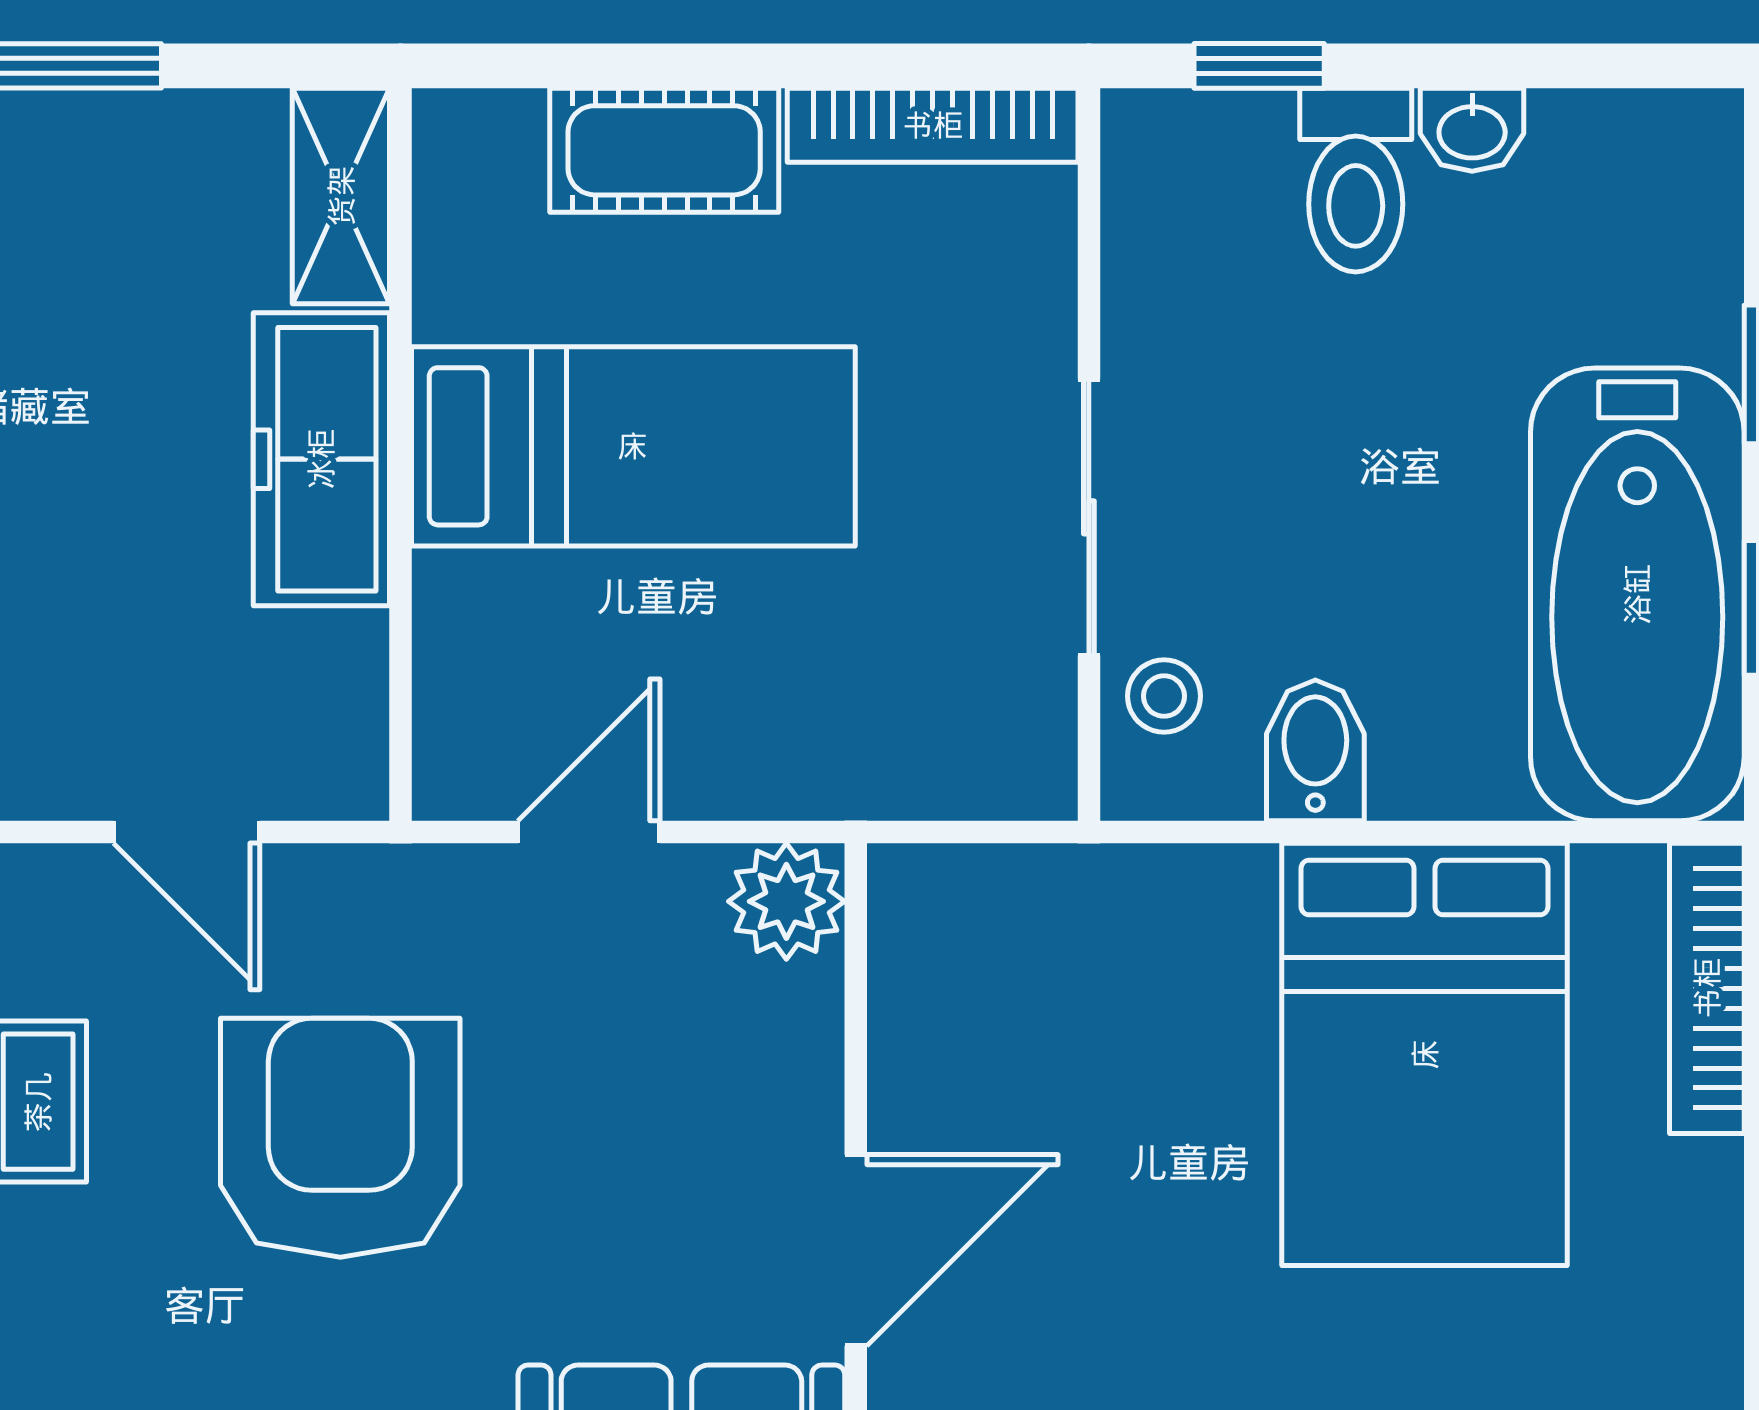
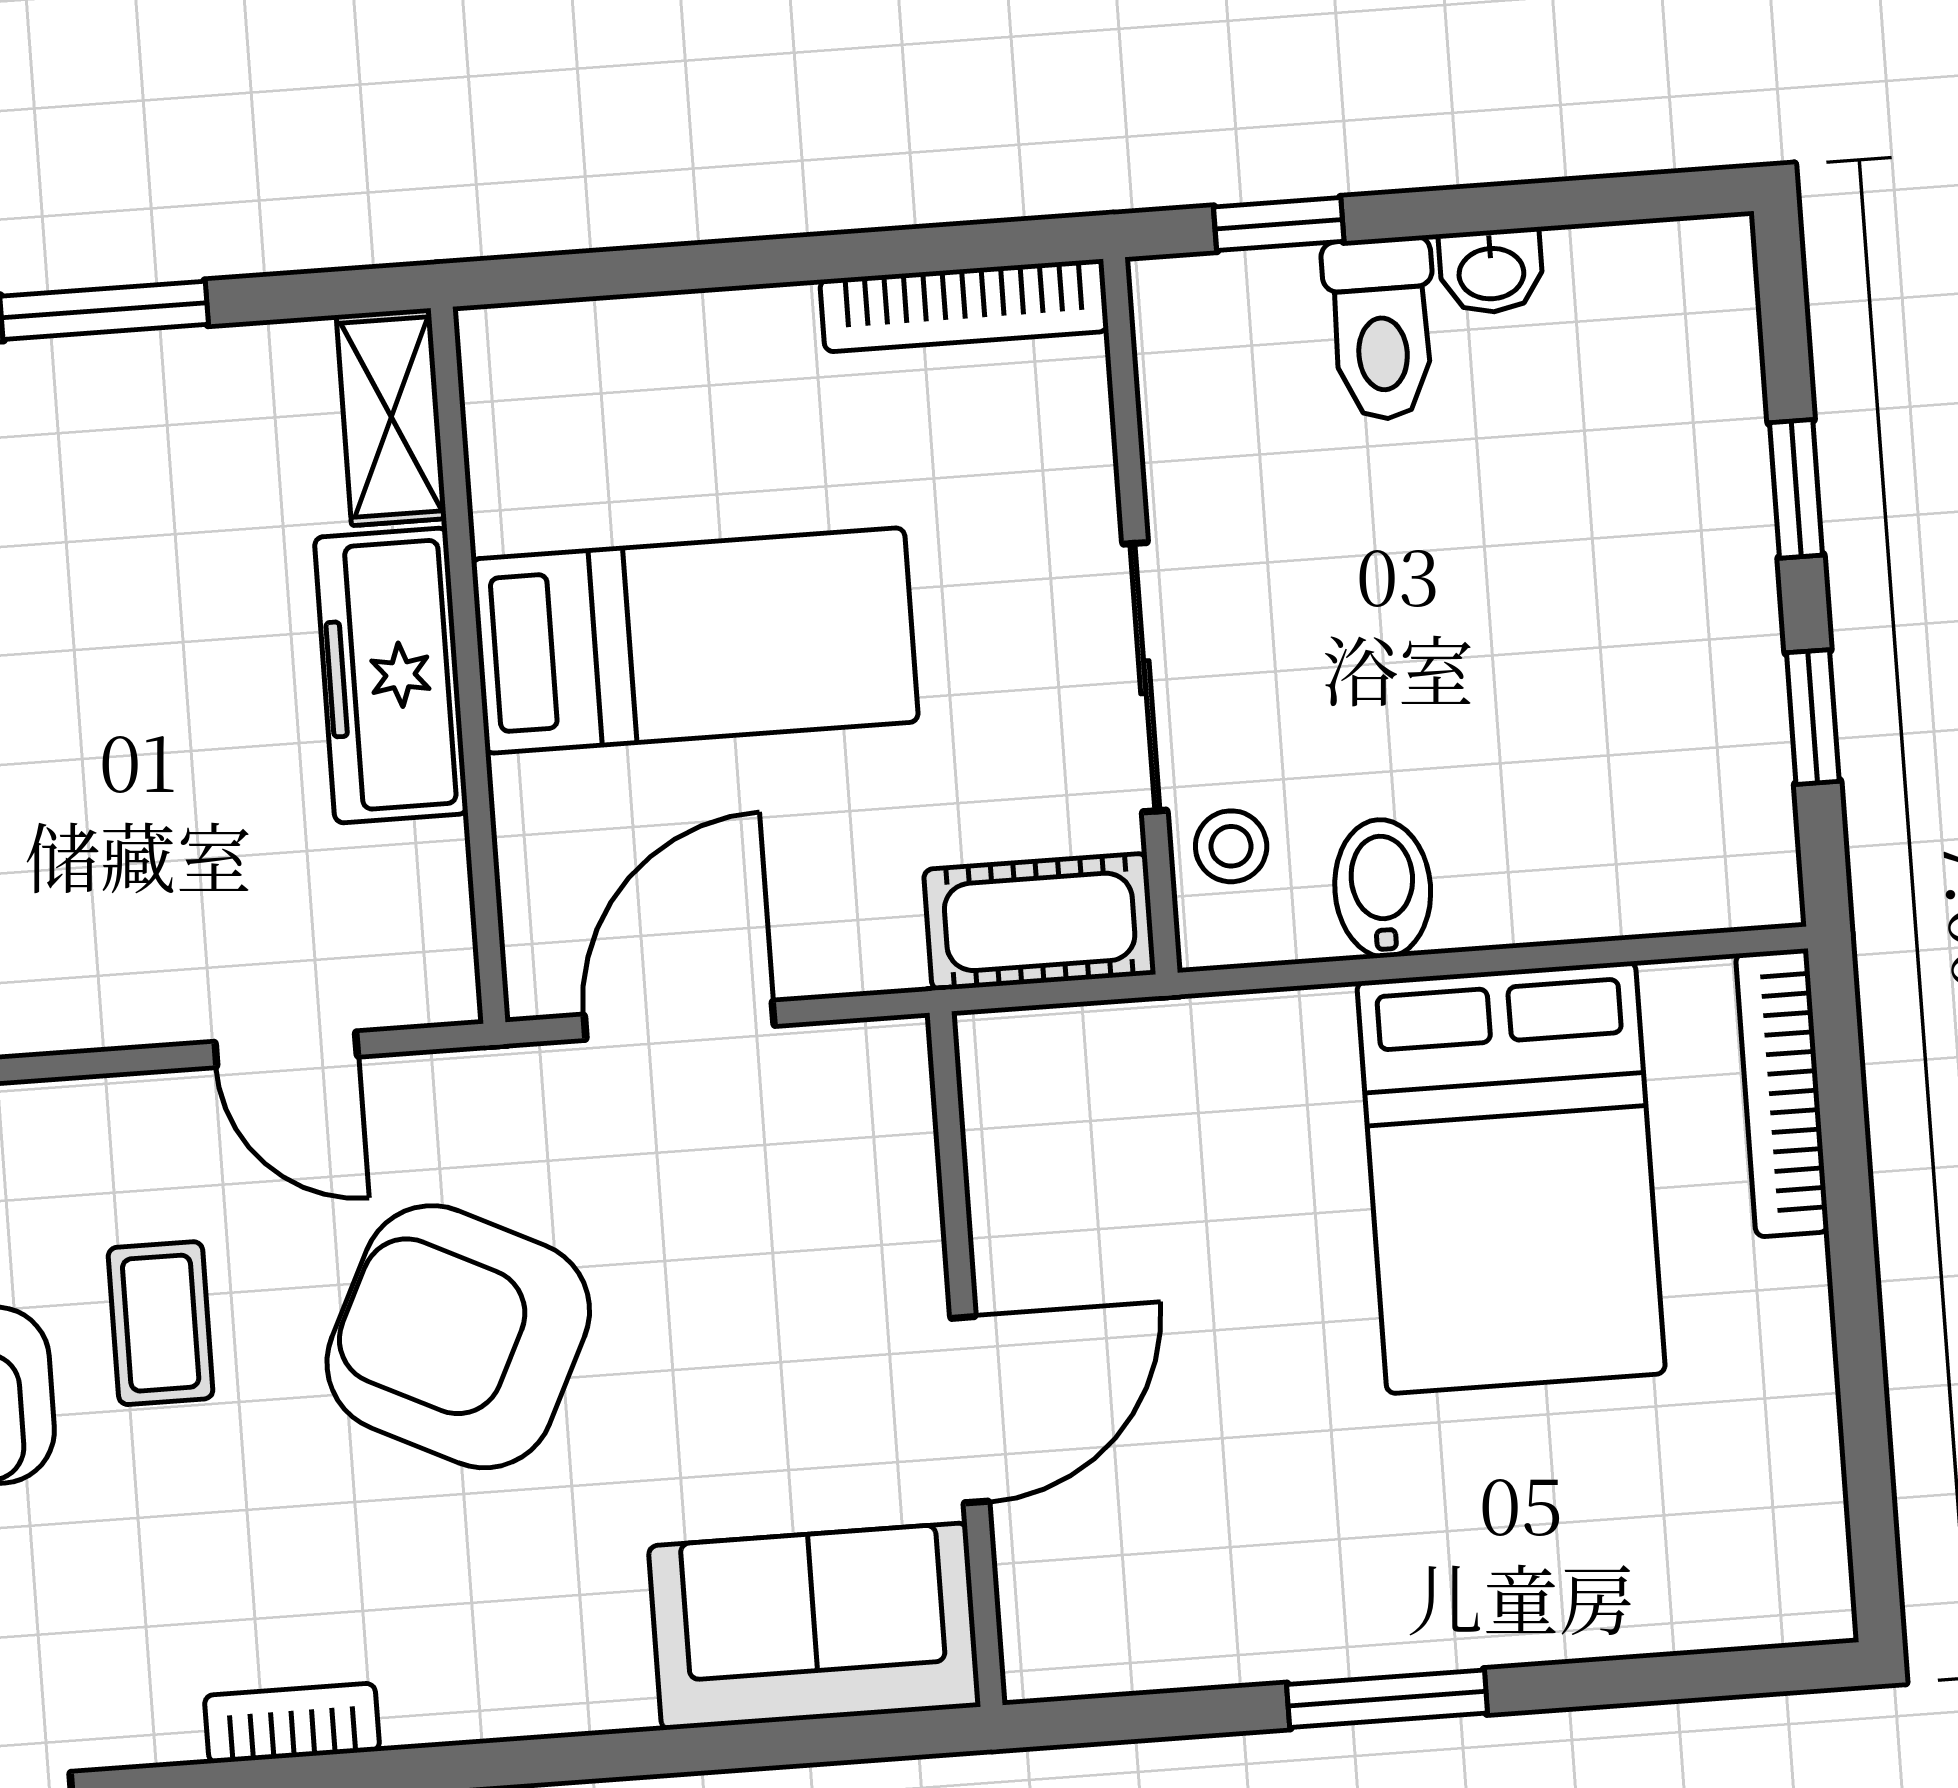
cot: (664, 150) -> (1040, 922), moved
bathtub: (1637, 594) -> (1686, 713), removed
door: (589, 832) -> (679, 1020), width x1.38
plant: (786, 901) -> (877, 1074), removed
armchair: (340, 1138) -> (458, 1337), turned -64

